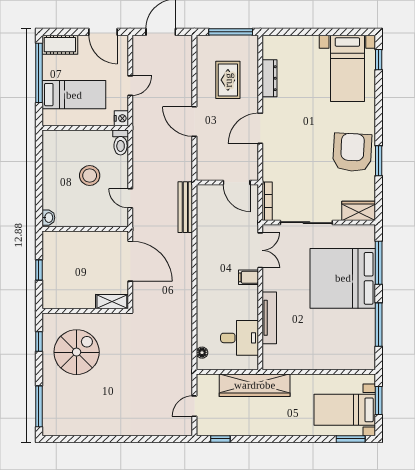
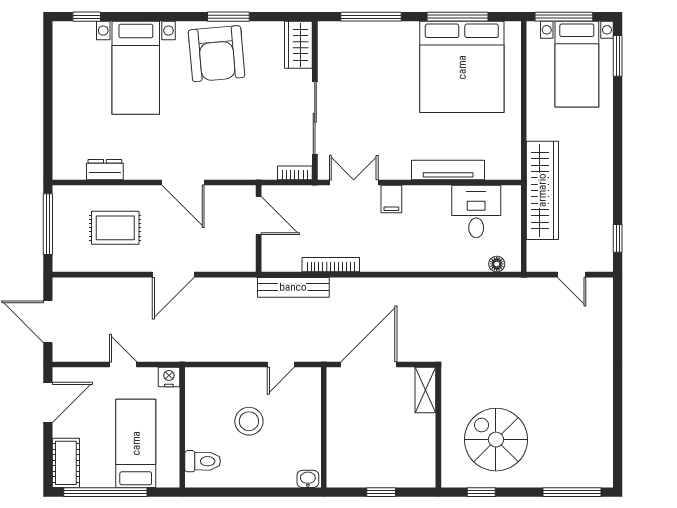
bed with nightstands: (347, 68) -> (136, 68), moved, turned 90
dresser: (269, 78) -> (105, 170), width x0.70
toilet: (121, 142) -> (203, 461), moved
armchair: (352, 152) -> (217, 54), turned -98
door: (237, 182) -> (259, 216), hinge flipped
bookcase: (267, 201) -> (295, 173), width x0.64
bookcase: (202, 234) -> (331, 265), added
bed: (343, 278) -> (462, 67), moved
window: (379, 401) -> (564, 17), width x1.44

